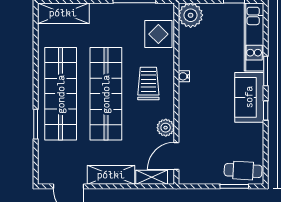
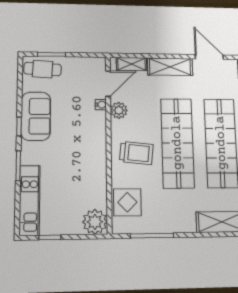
water cooler: (184, 76) -> (101, 105), moved
trolley: (148, 83) -> (136, 153), turned -84
sofa: (249, 97) -> (36, 116), moved

